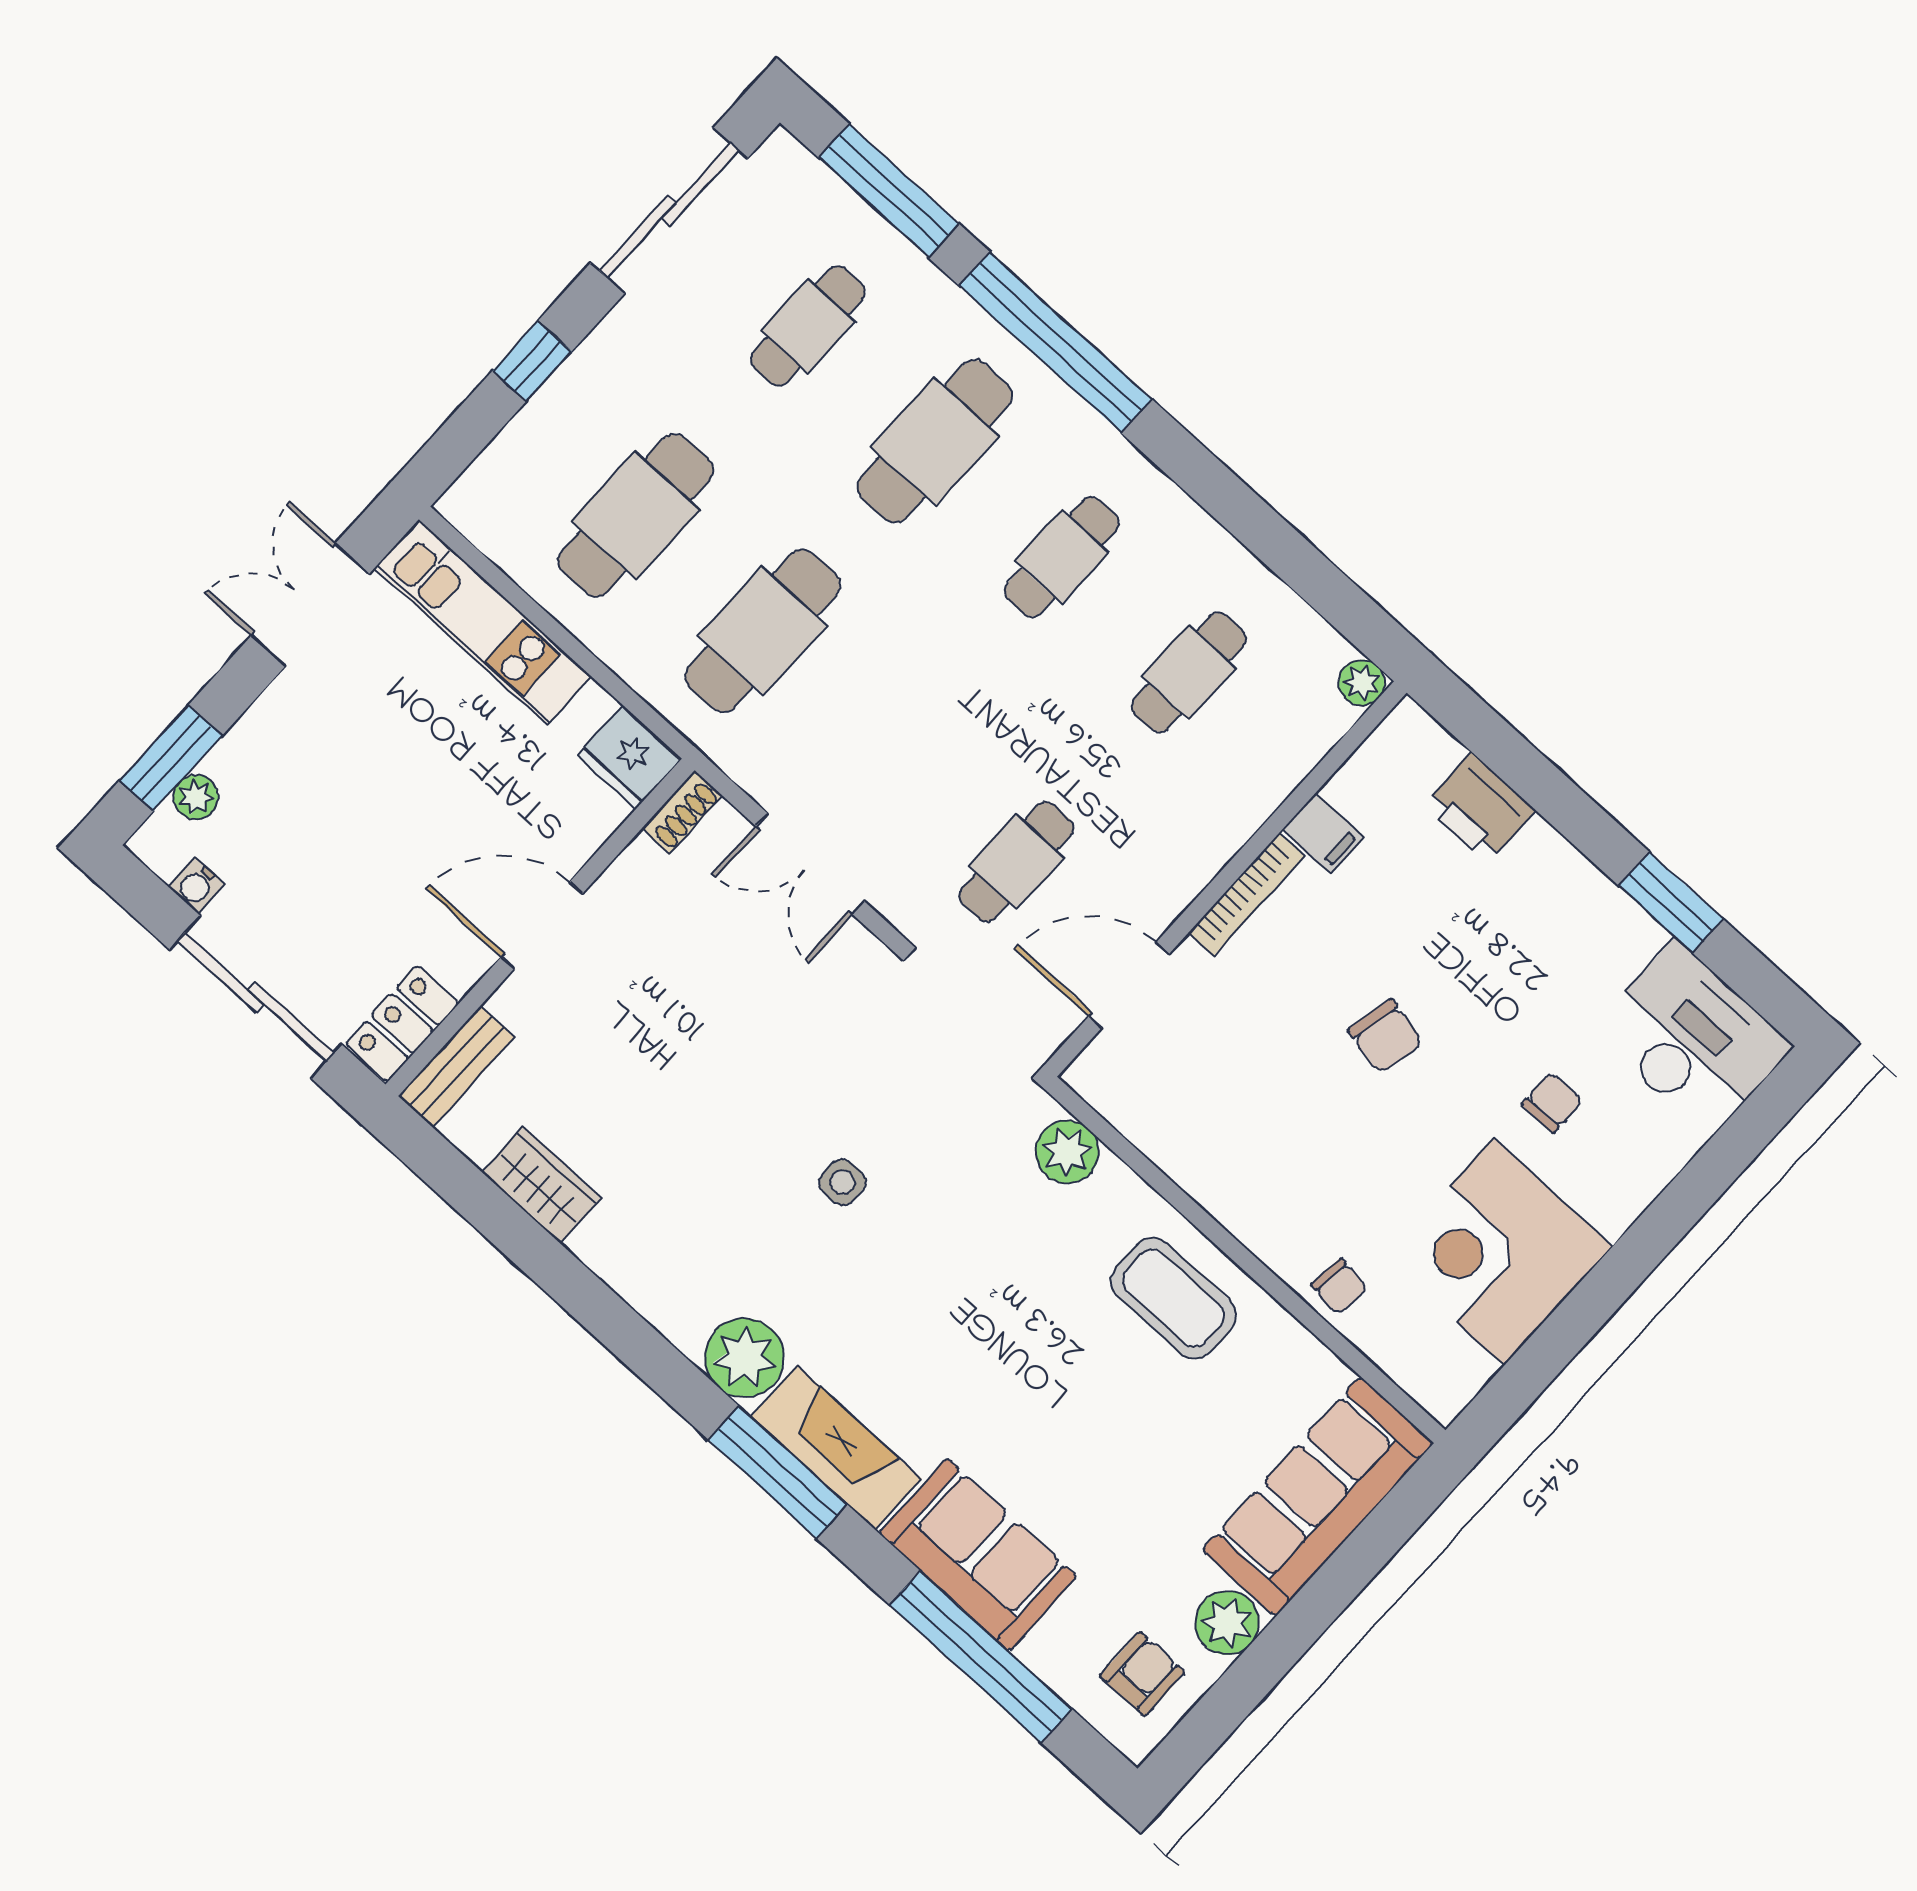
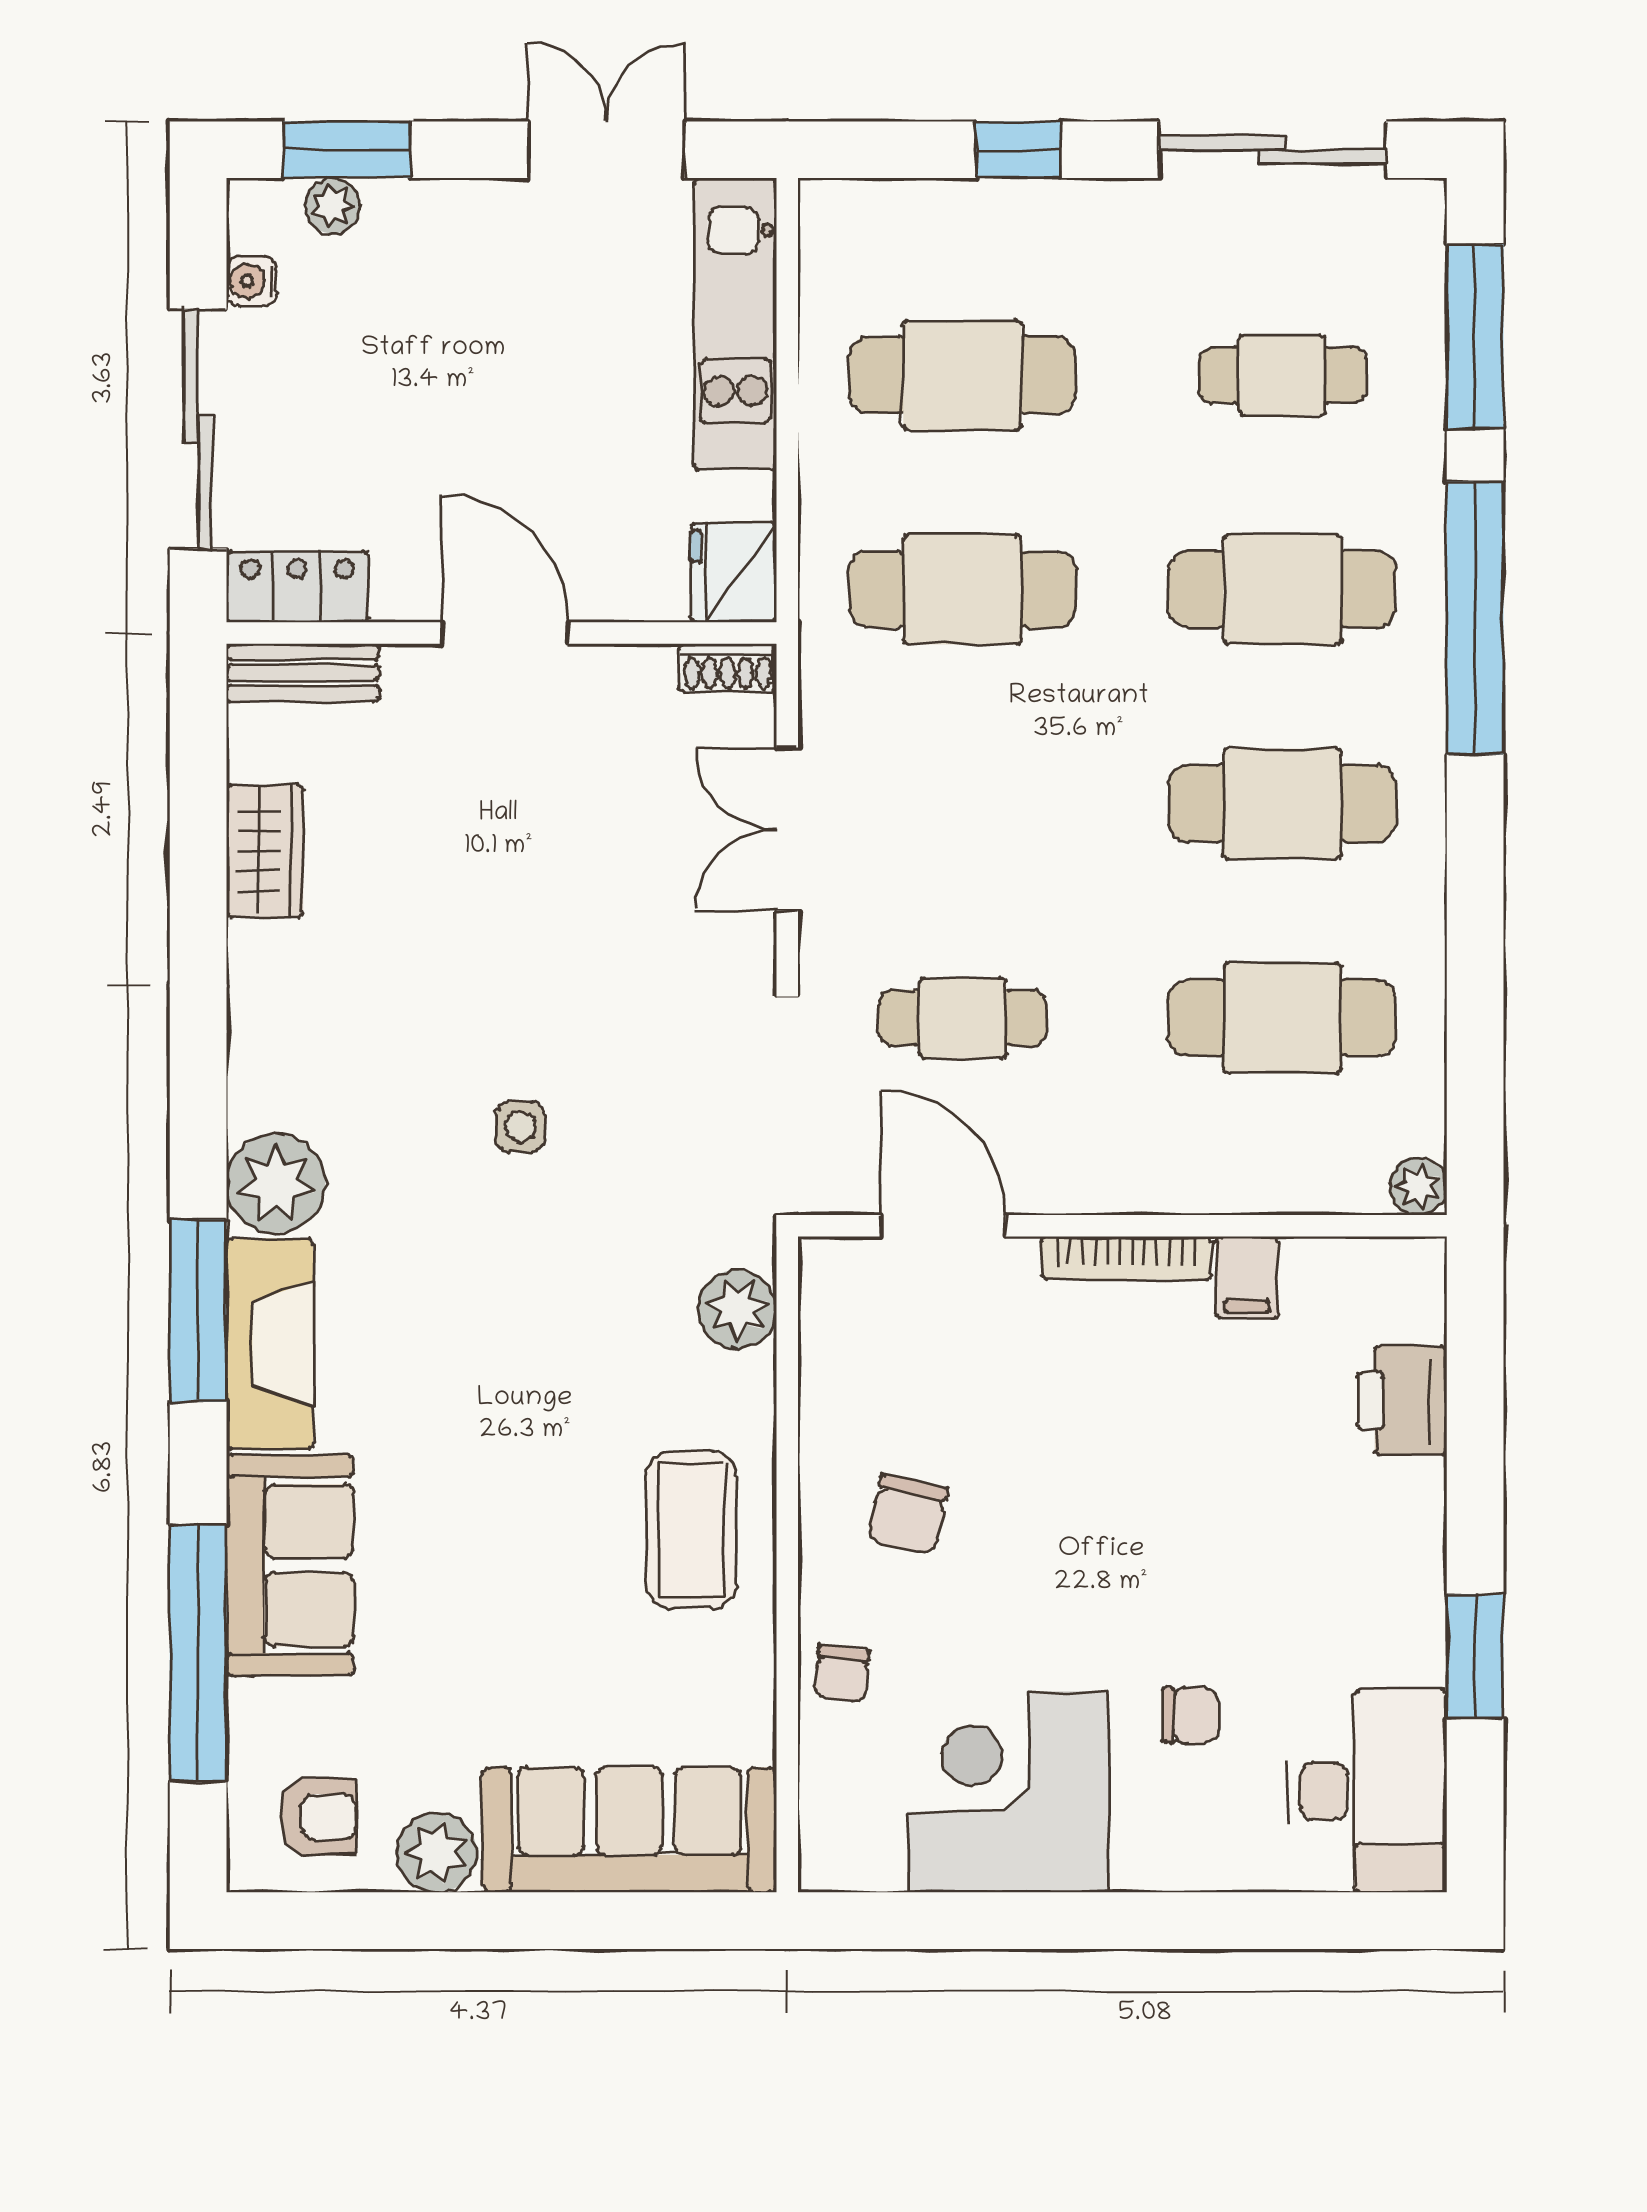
cafe table: (1062, 557) -> (1282, 804), width x1.37, depth x1.35
cafe table: (1189, 672) -> (1282, 1018), width x1.37, depth x1.35
chair: (1385, 1036) -> (908, 1514), moved

